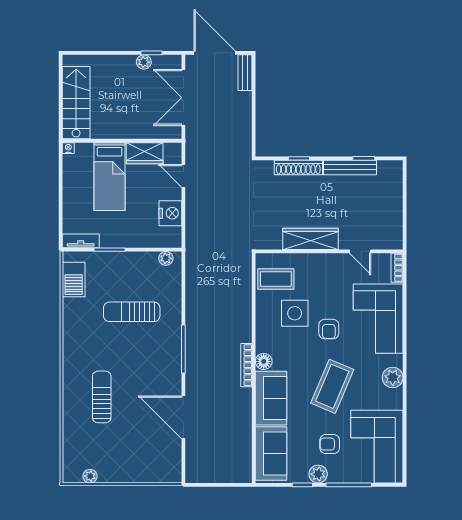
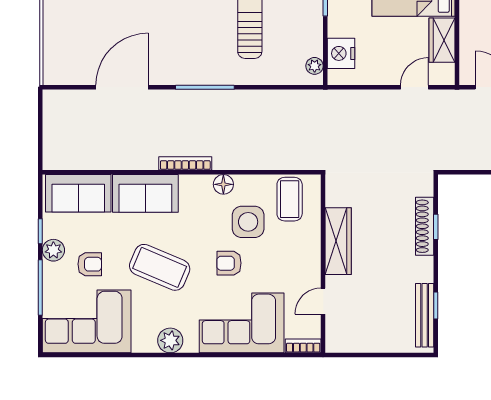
bench: (350, 167) -> (425, 315), moved
nightstand: (170, 213) -> (341, 53), moved, turned 90
floor lamp: (264, 361) -> (223, 184), moved
armchair: (330, 444) -> (90, 264), turned 90

